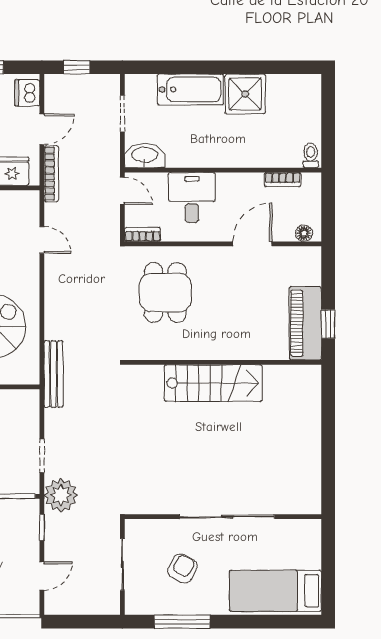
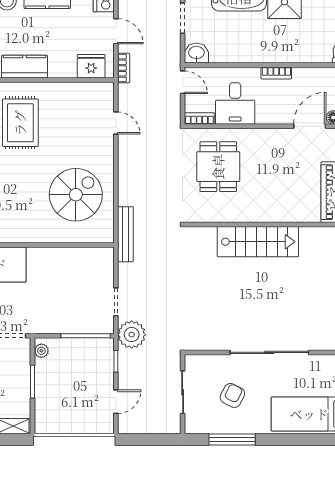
door: (42, 129) -> (116, 31), hinge flipped
washbasin: (145, 156) -> (196, 53), width x0.72
bookcase: (51, 174) -> (124, 68), width x0.64
bookcase: (283, 180) -> (276, 73), moved
desk: (192, 198) -> (235, 103), moved, turned 180
door: (252, 244) -> (310, 126), moved

